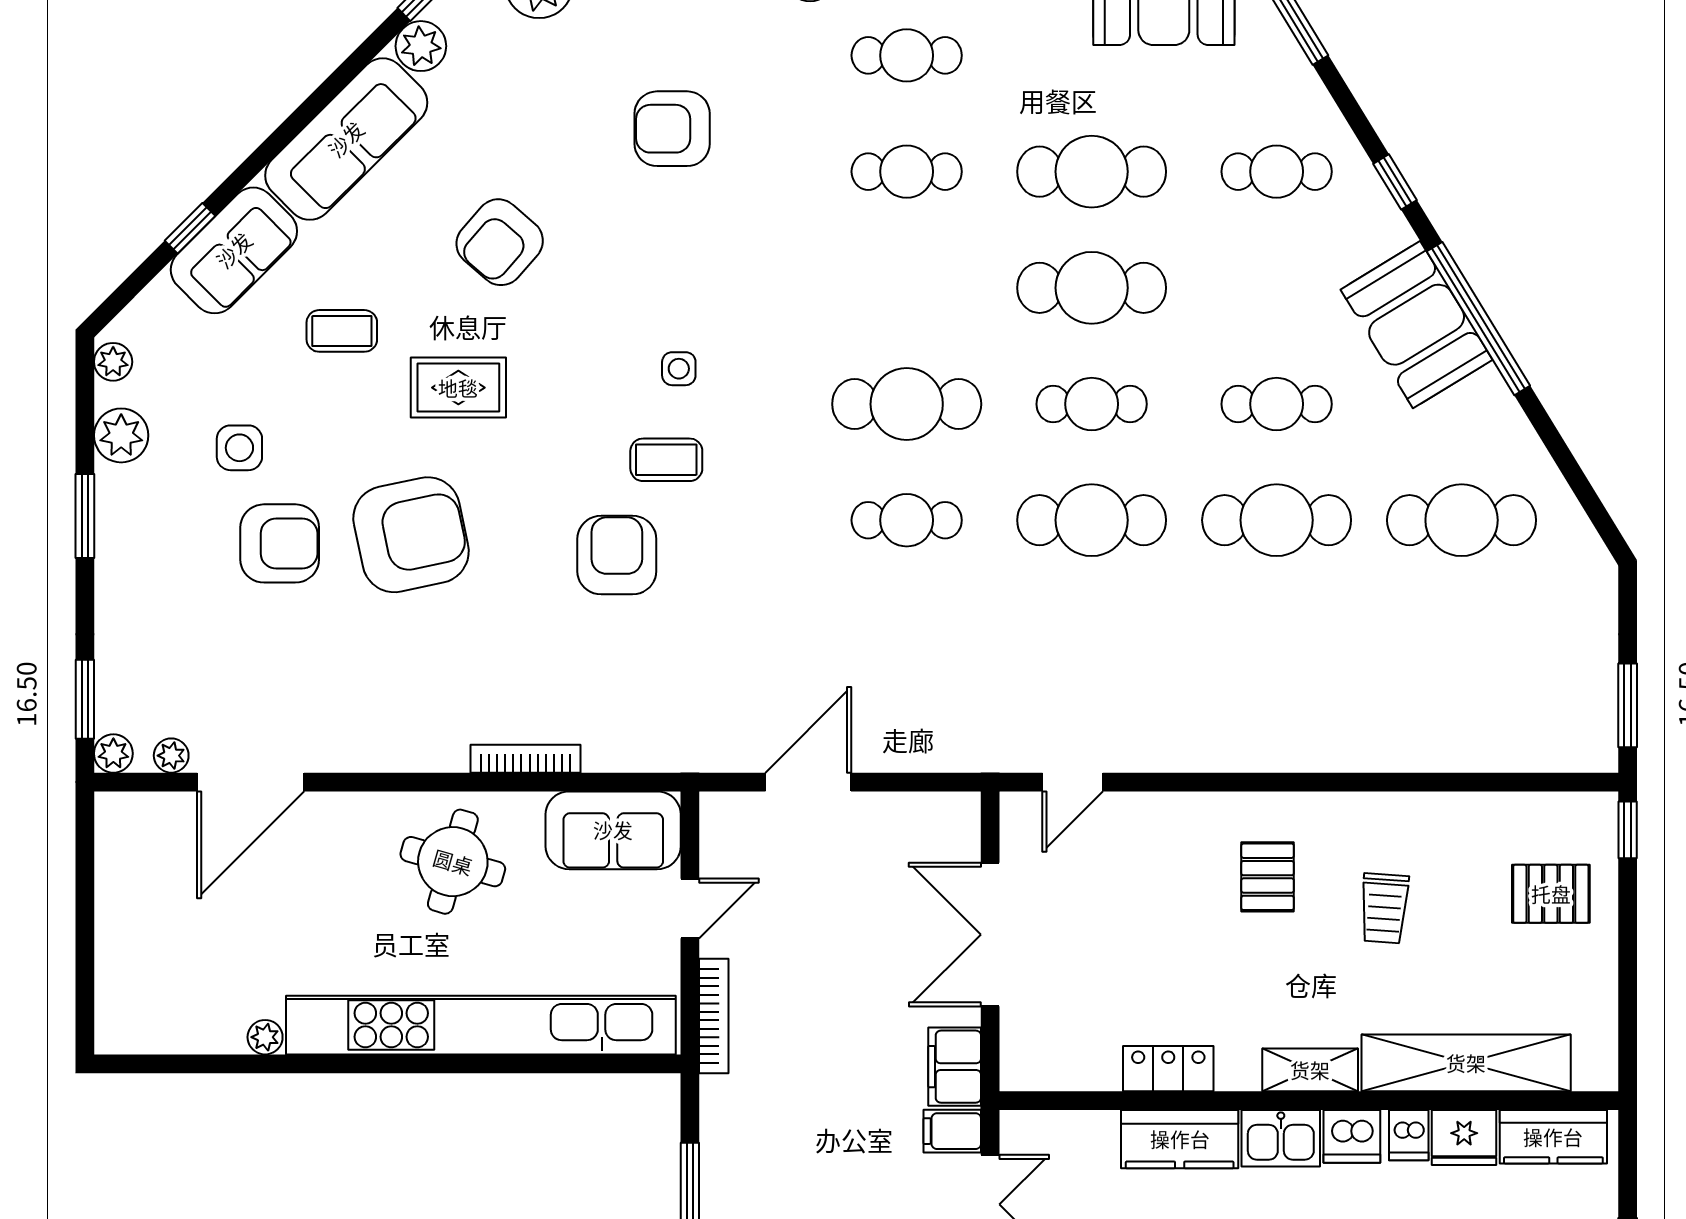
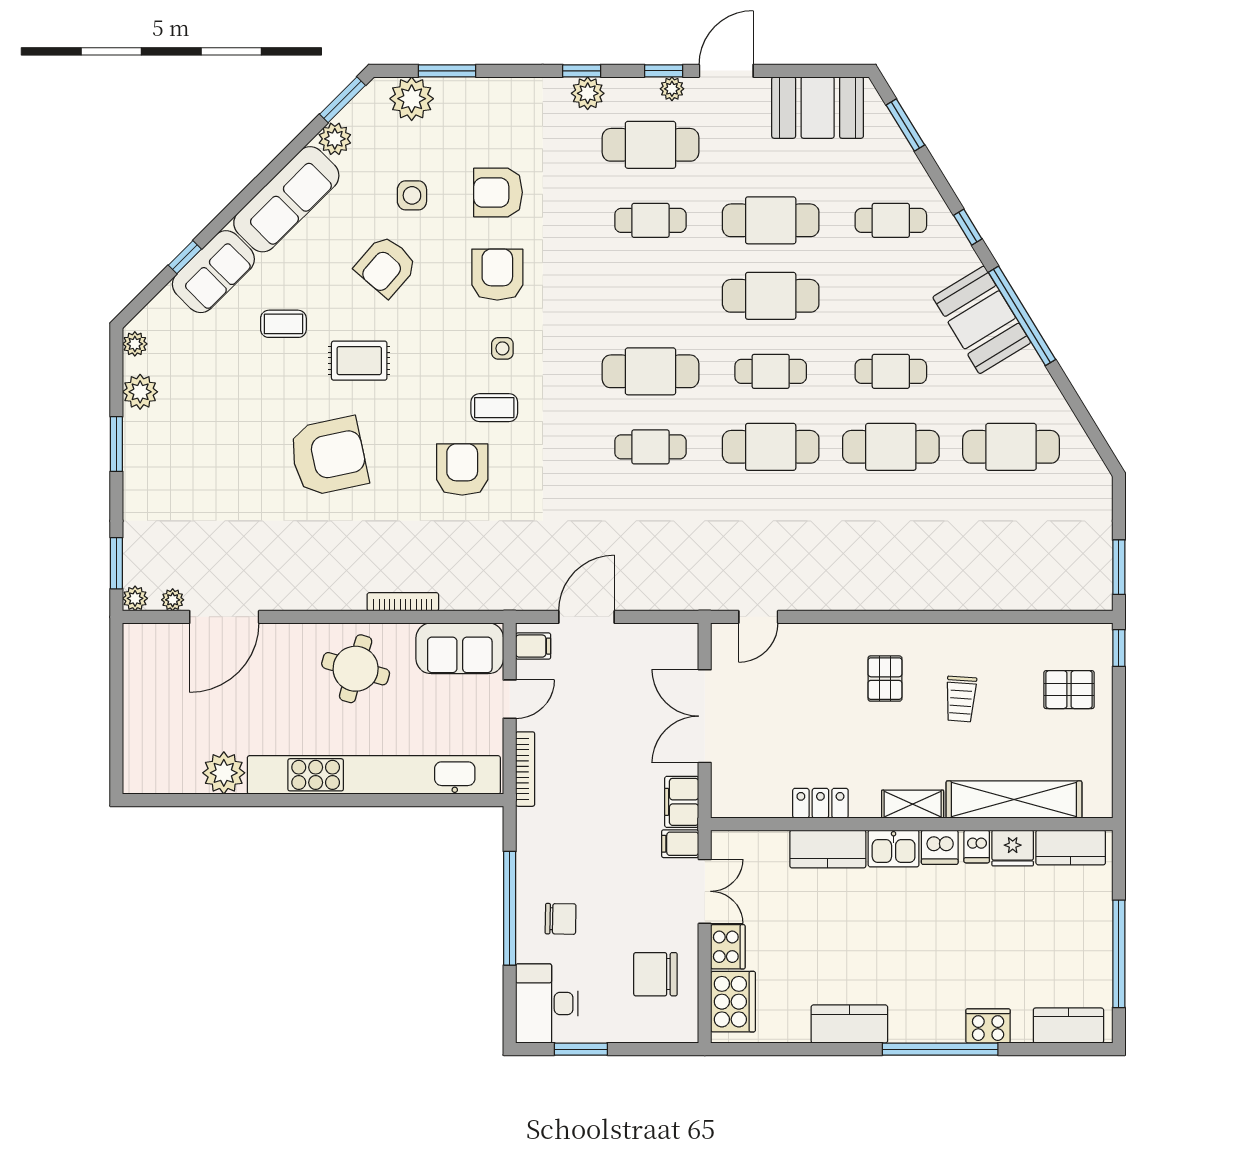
cafe table: (907, 55) -> (650, 145), width x1.37, depth x1.35
side table: (239, 448) -> (412, 195), moved
armchair: (280, 543) -> (497, 275), moved, turned -90
filing cabinet: (726, 827) -> (533, 646), added
plant: (265, 1037) -> (224, 773), width x1.88, depth x1.88

